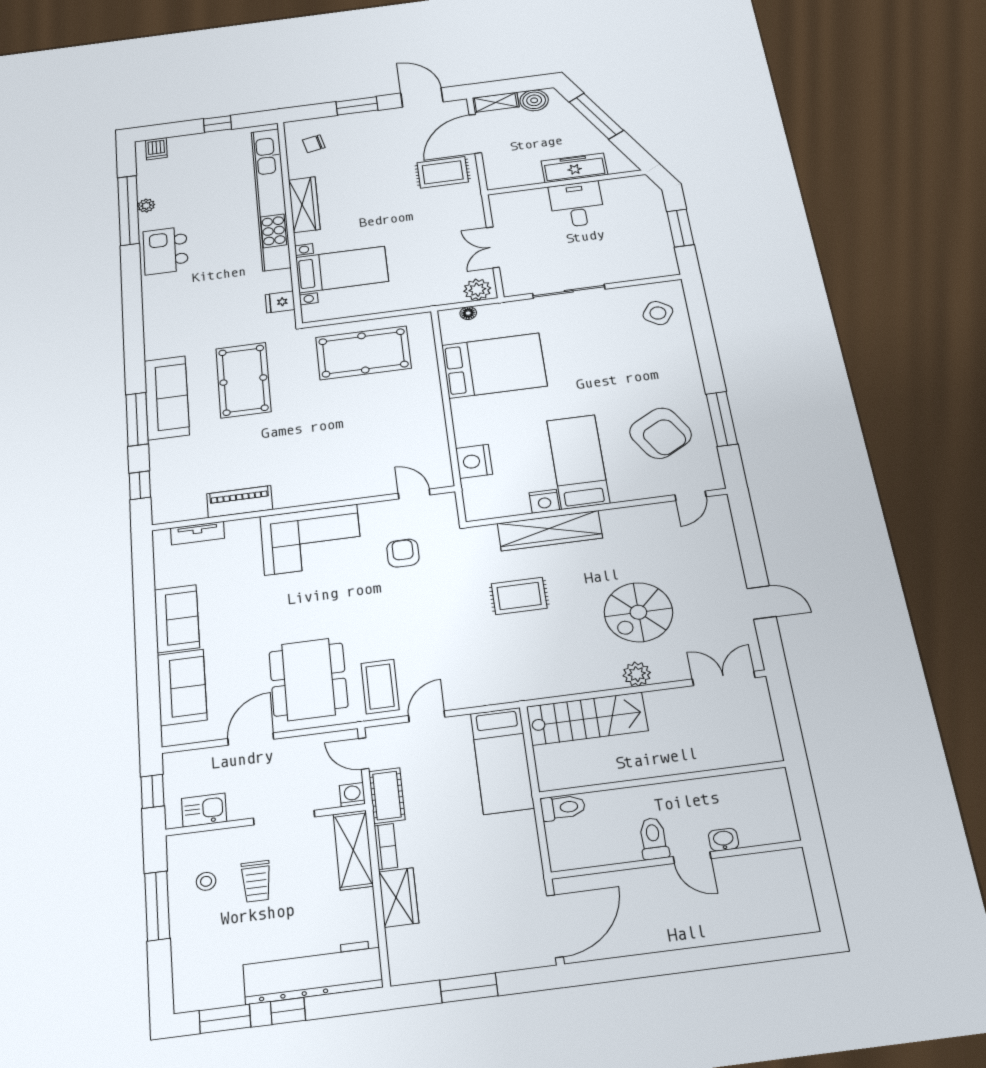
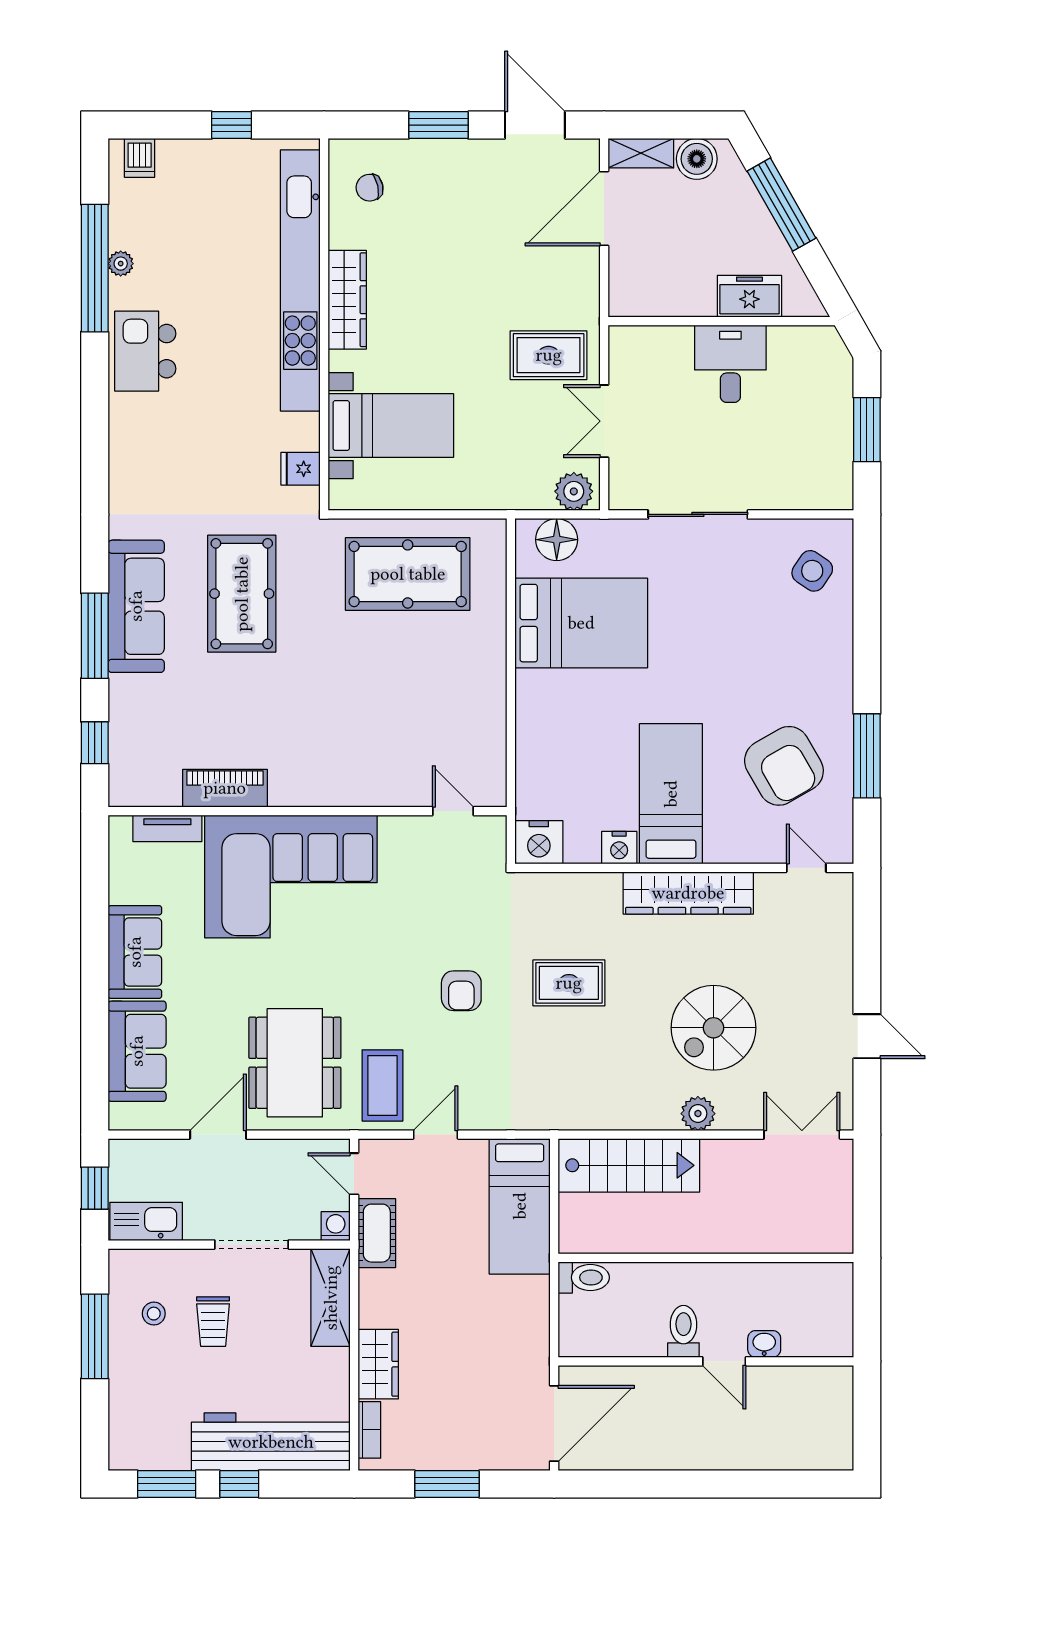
freezer: (574, 168) -> (749, 296), width x0.71
rug: (443, 172) -> (549, 355), moved
floor lamp: (468, 313) -> (557, 540), width x1.89, depth x1.89
nightstand: (474, 461) -> (539, 842), moved, turned -90
door: (690, 496) -> (806, 868), swing flipped
wardrobe: (550, 531) -> (688, 893), moved
corner sofa: (311, 540) -> (291, 877), width x1.36, depth x1.36
armchair: (403, 553) -> (461, 991), moved, turned 180
kitchen sink: (204, 810) -> (146, 1221), width x1.38
bookcase: (386, 847) -> (369, 1430), moved

